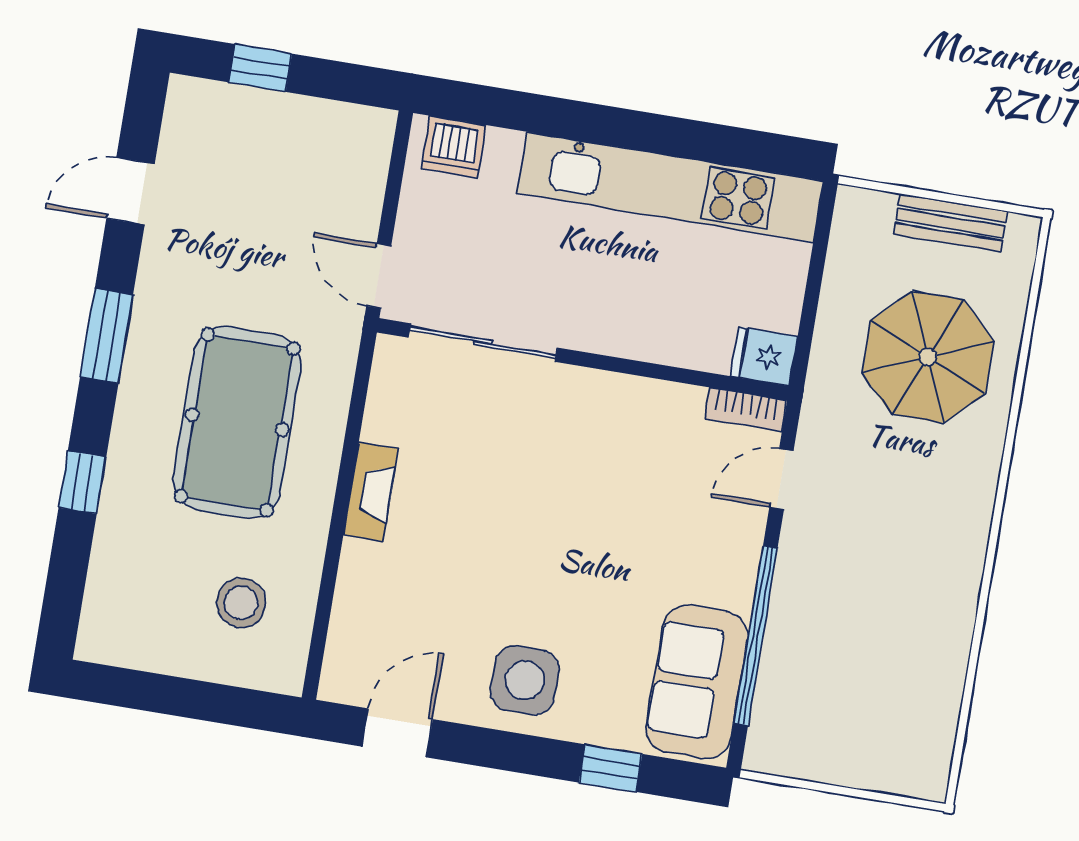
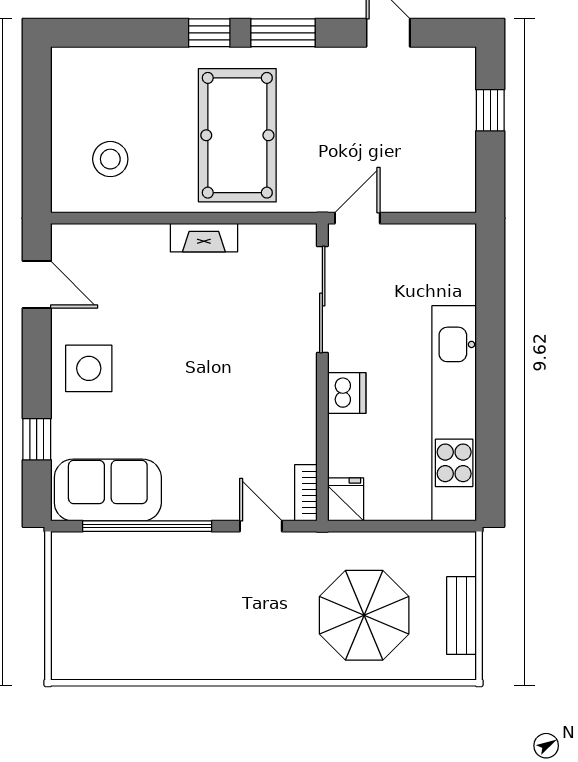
dishwasher: (454, 147) -> (347, 393), moved, turned 180
pool table: (237, 422) -> (237, 135), turned 90
window: (82, 482) -> (209, 33), moved

